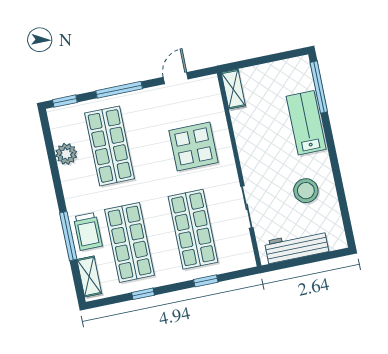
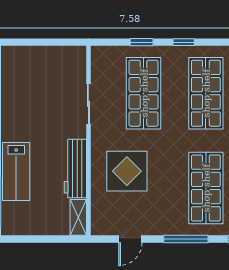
stool: (306, 191) -> (30, 108), removed
workbench: (297, 246) -> (75, 169), moved, turned 90
window: (143, 294) -> (184, 42), moved

